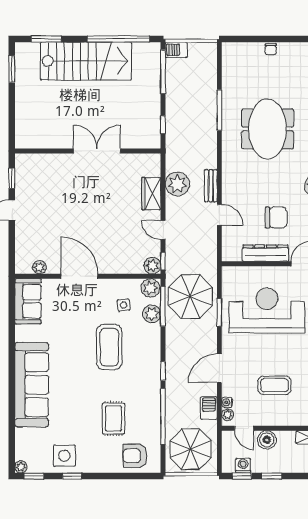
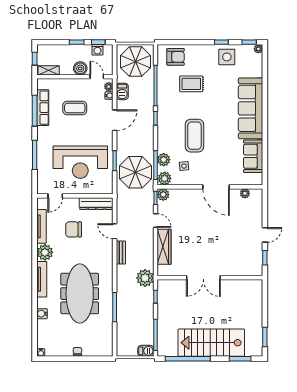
meeting table: (268, 129) -> (80, 294), width x1.36
plant: (177, 184) -> (145, 278), moved
wardrobe: (151, 194) -> (164, 247), width x1.50
dresser: (265, 253) -> (96, 204), moved
sofa: (28, 301) -> (253, 156), moved
rug: (113, 419) -> (191, 84), turned 90

